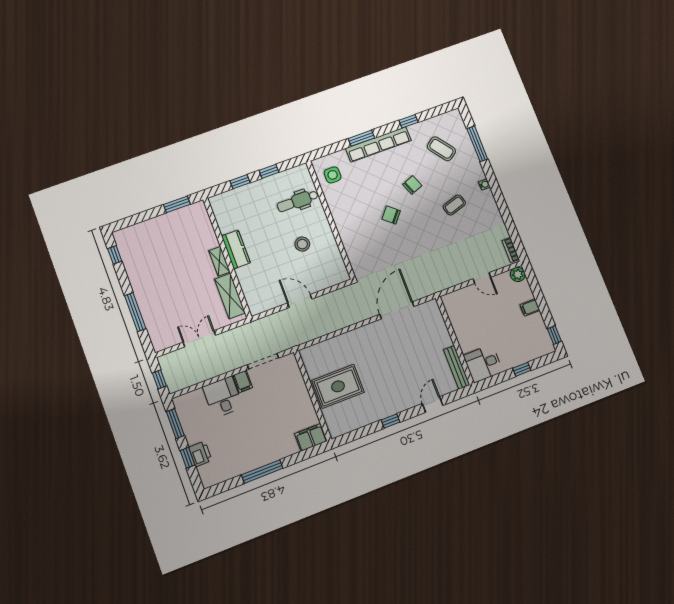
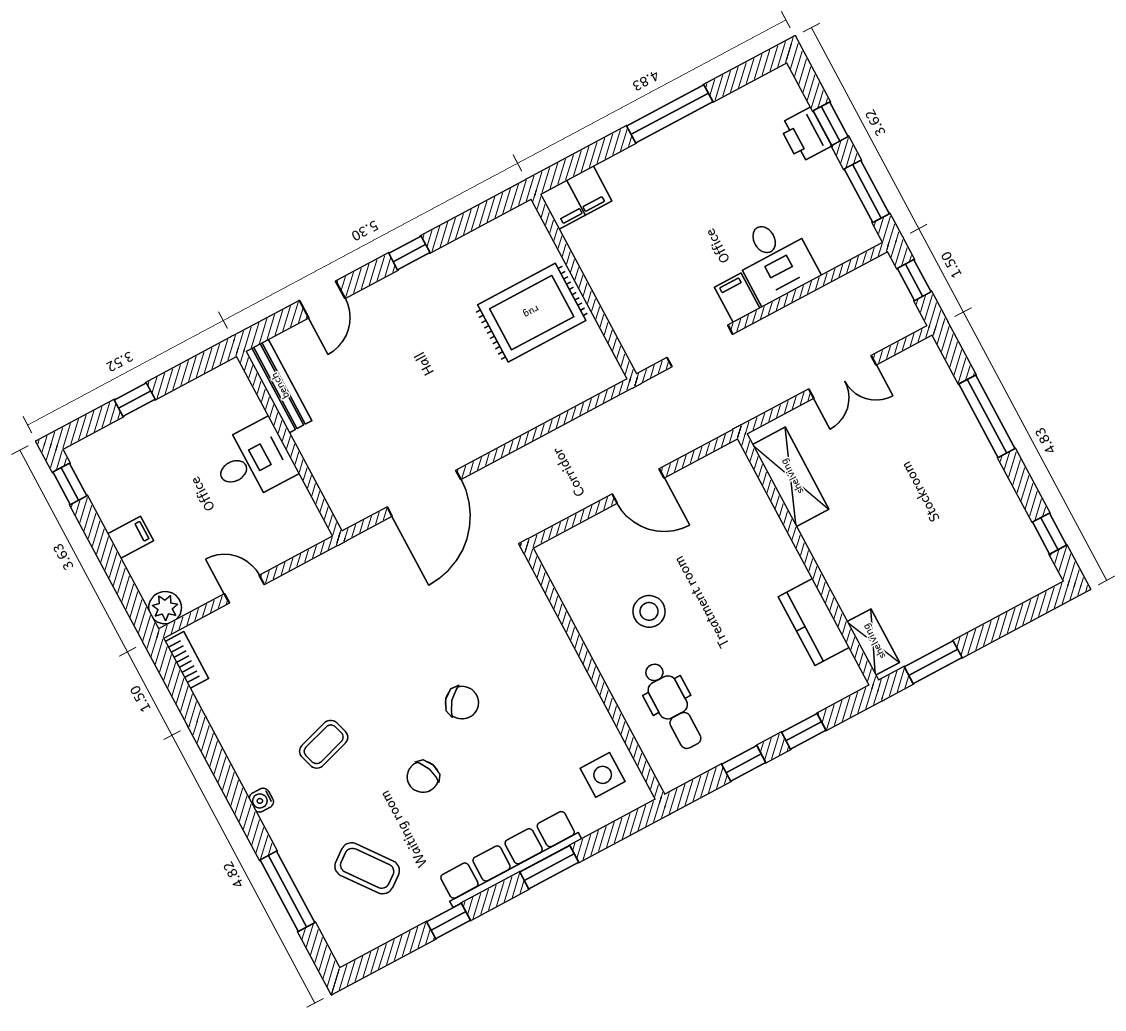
dental chair: (298, 201) -> (672, 705), turned 90
kitchen counter: (236, 249) -> (814, 622), moved
shelving: (219, 261) -> (873, 642), moved
desk: (483, 364) -> (253, 461), moved

